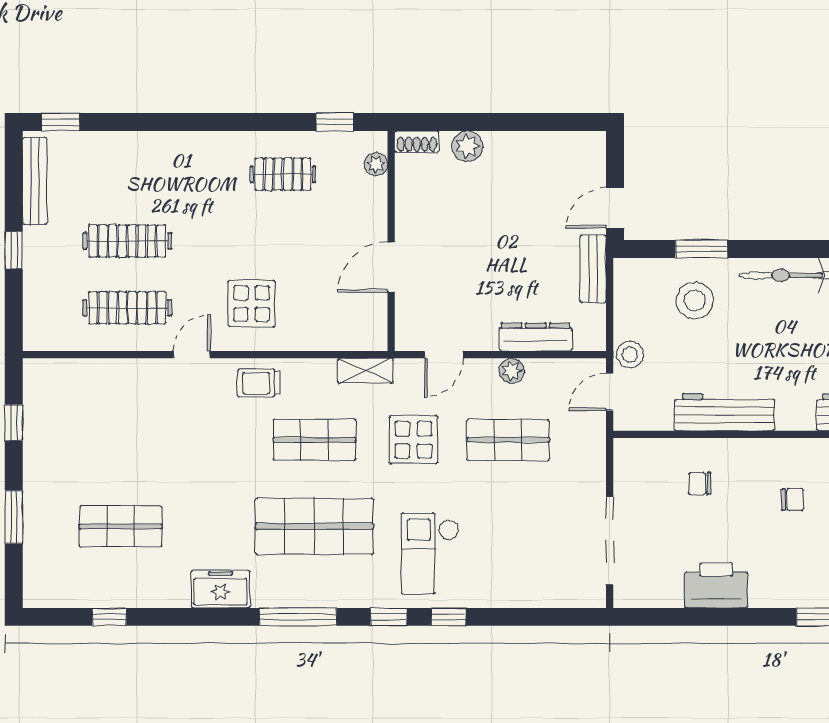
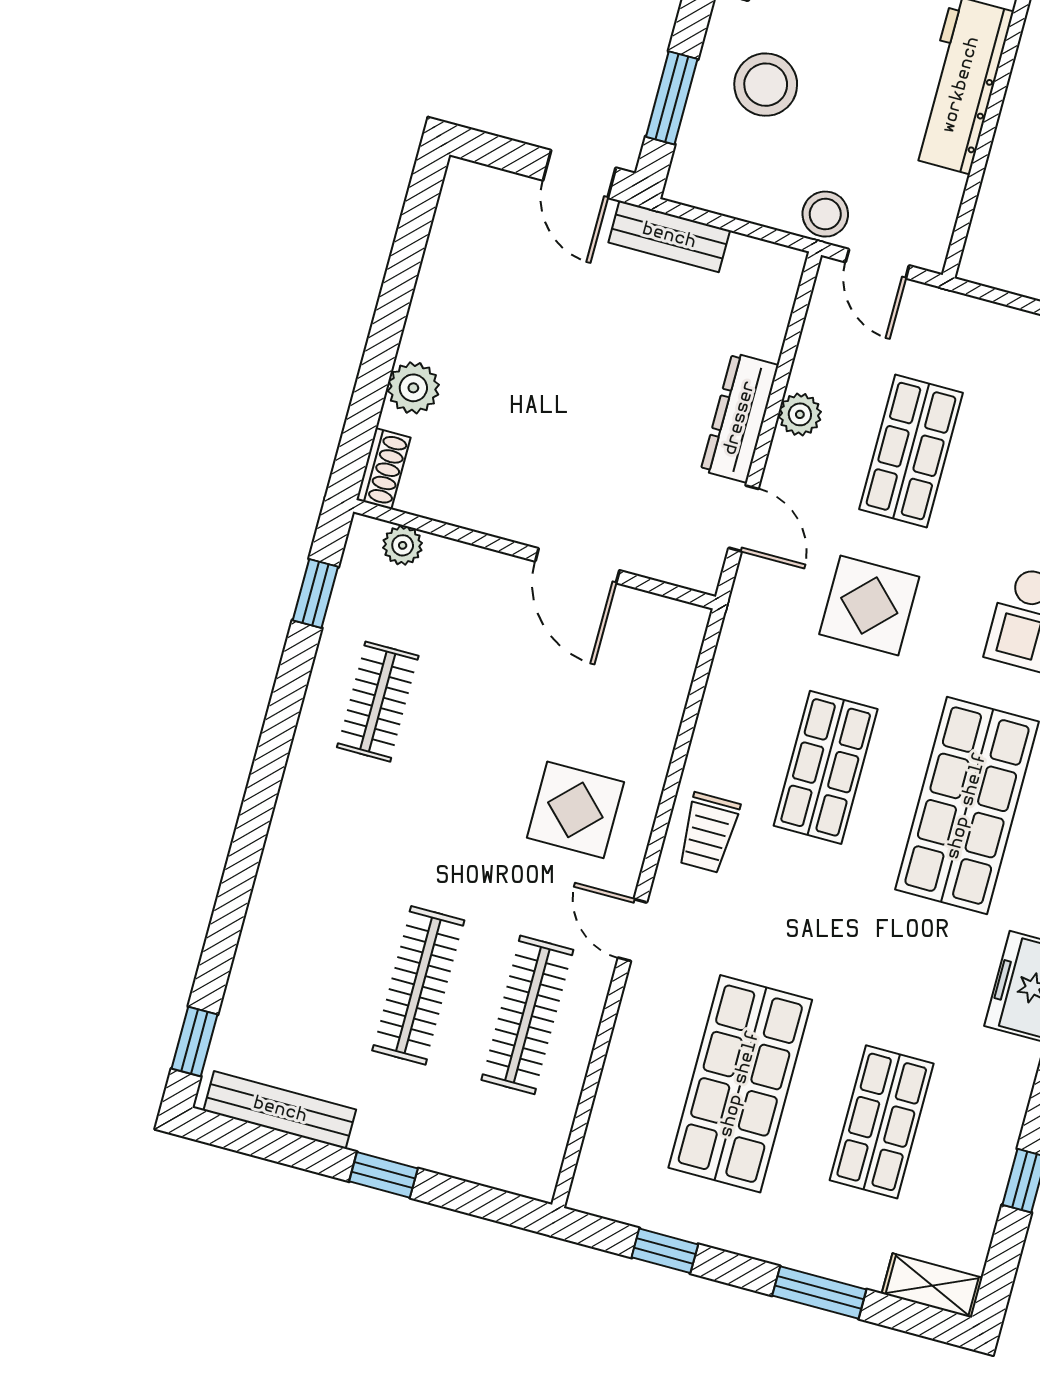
window: (701, 249) -> (672, 98), moved
dresser: (536, 337) -> (740, 418), moved
shelving: (365, 371) -> (932, 1286), moved, turned 90
shop shelf: (121, 440) -> (740, 1084), added

